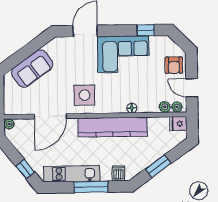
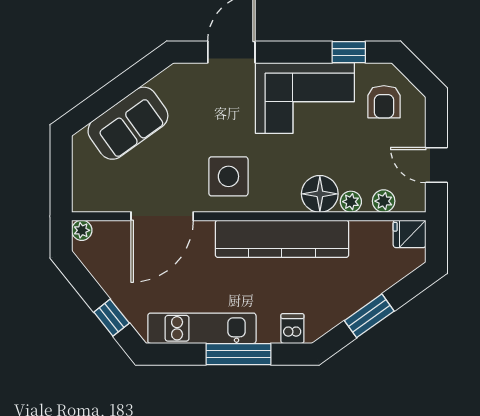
armchair: (174, 65) -> (384, 102), moved
plant: (177, 107) -> (351, 202), moved
floor lamp: (132, 108) -> (320, 194), width x1.89, depth x1.89

